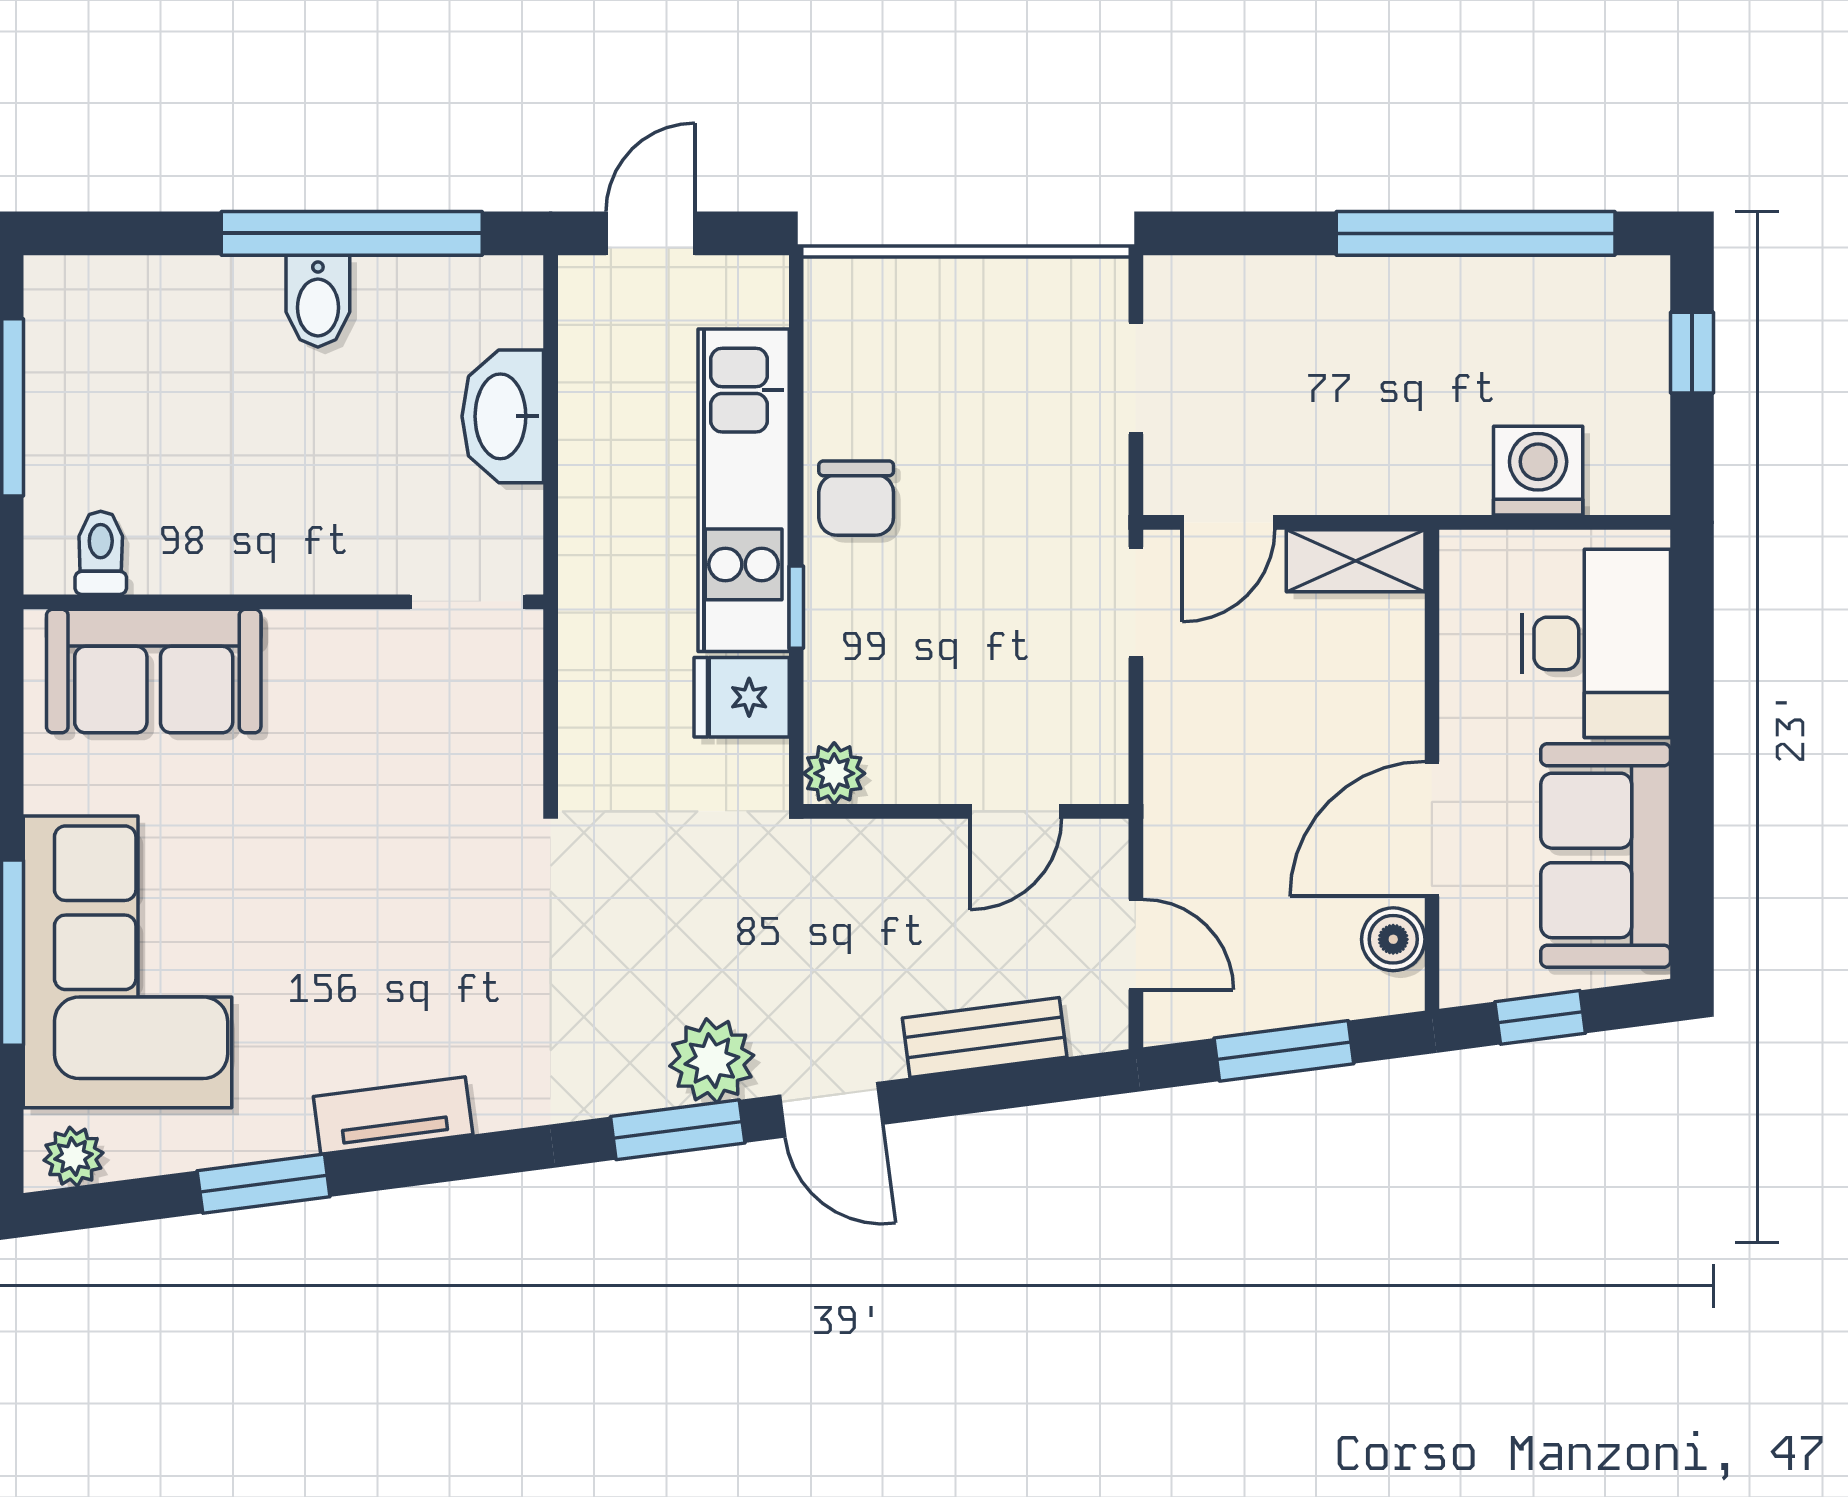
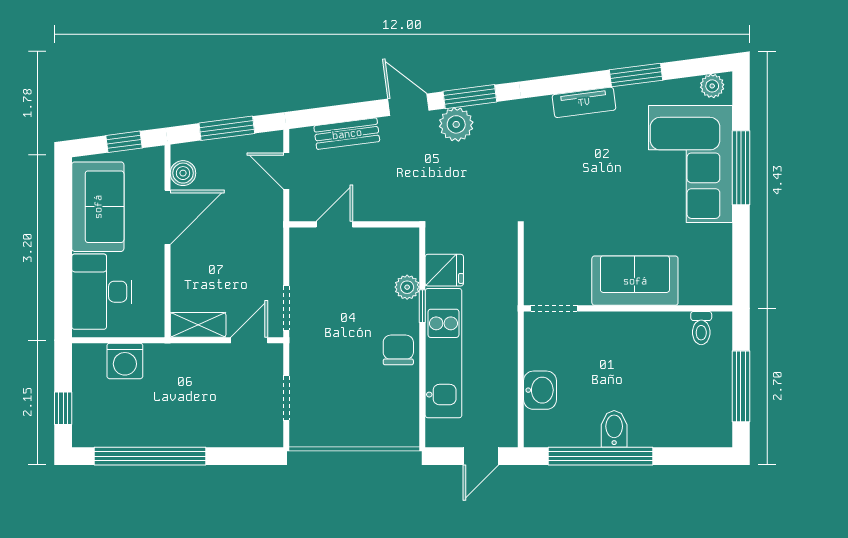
washbasin: (503, 416) -> (540, 390), width x0.72
sofa: (154, 671) -> (635, 281), moved
plant: (834, 773) -> (407, 287), moved

